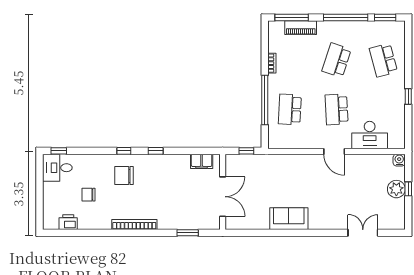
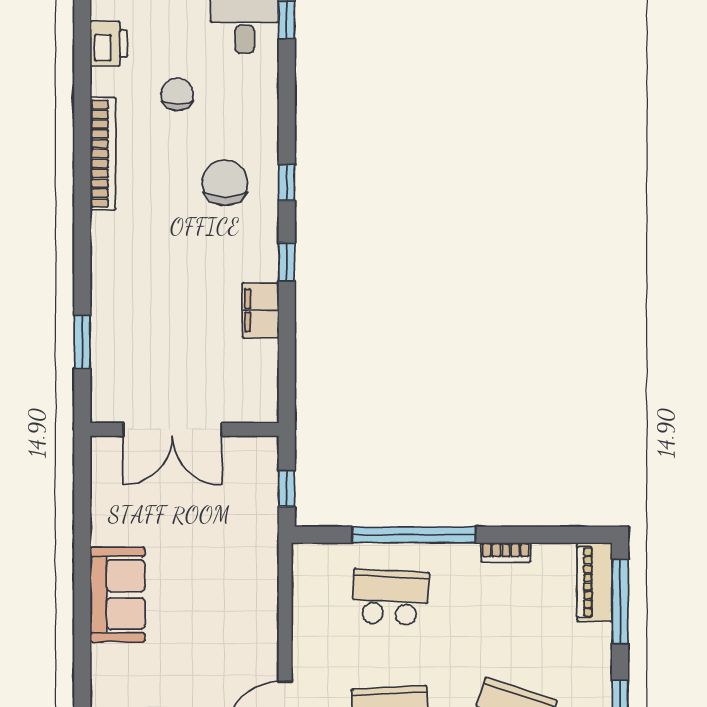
piano: (301, 28) -> (595, 582), moved
filing cabinet: (202, 161) -> (260, 310), moved
bookcase: (134, 224) -> (103, 154), moved

